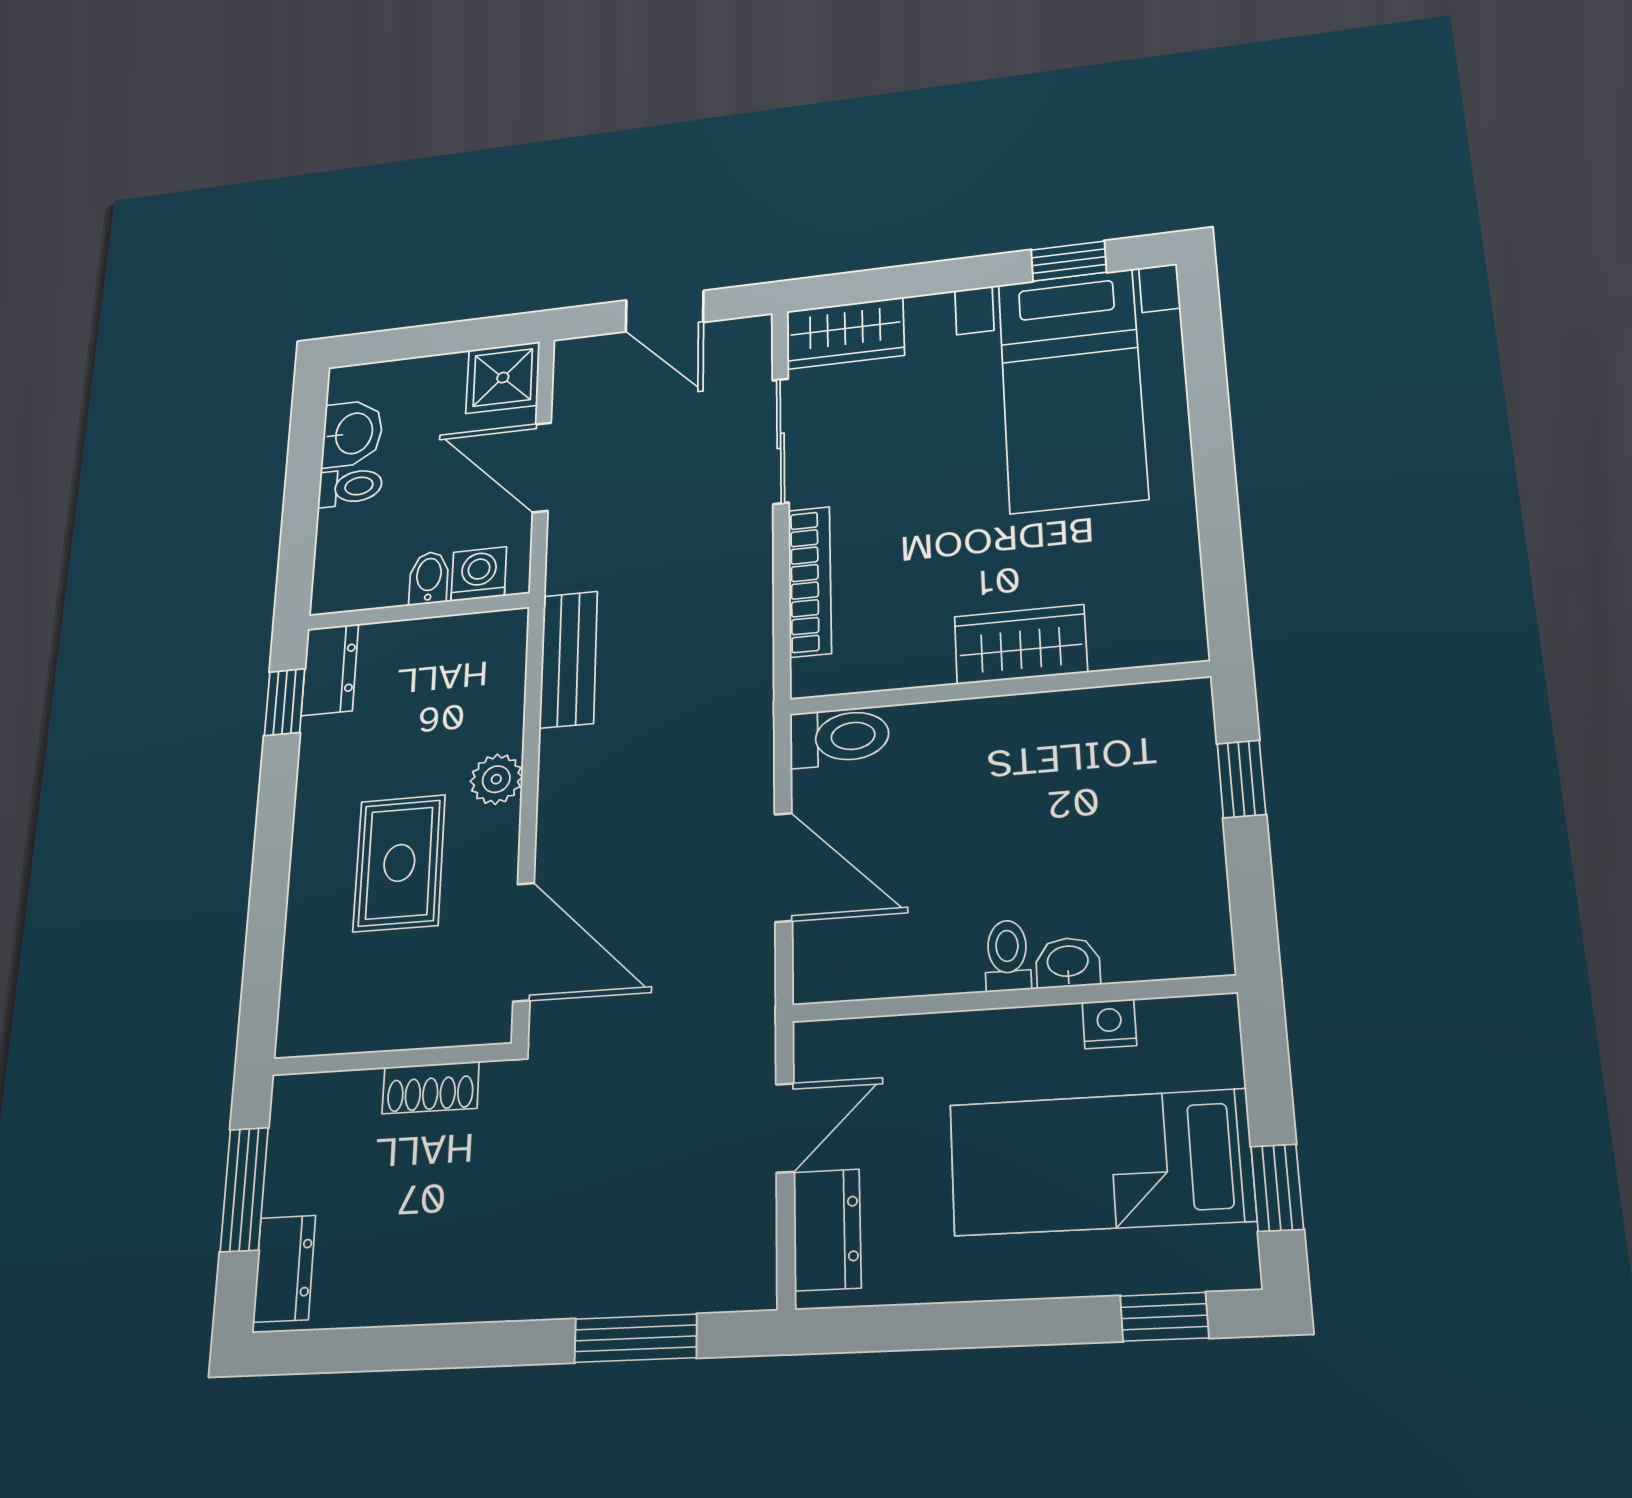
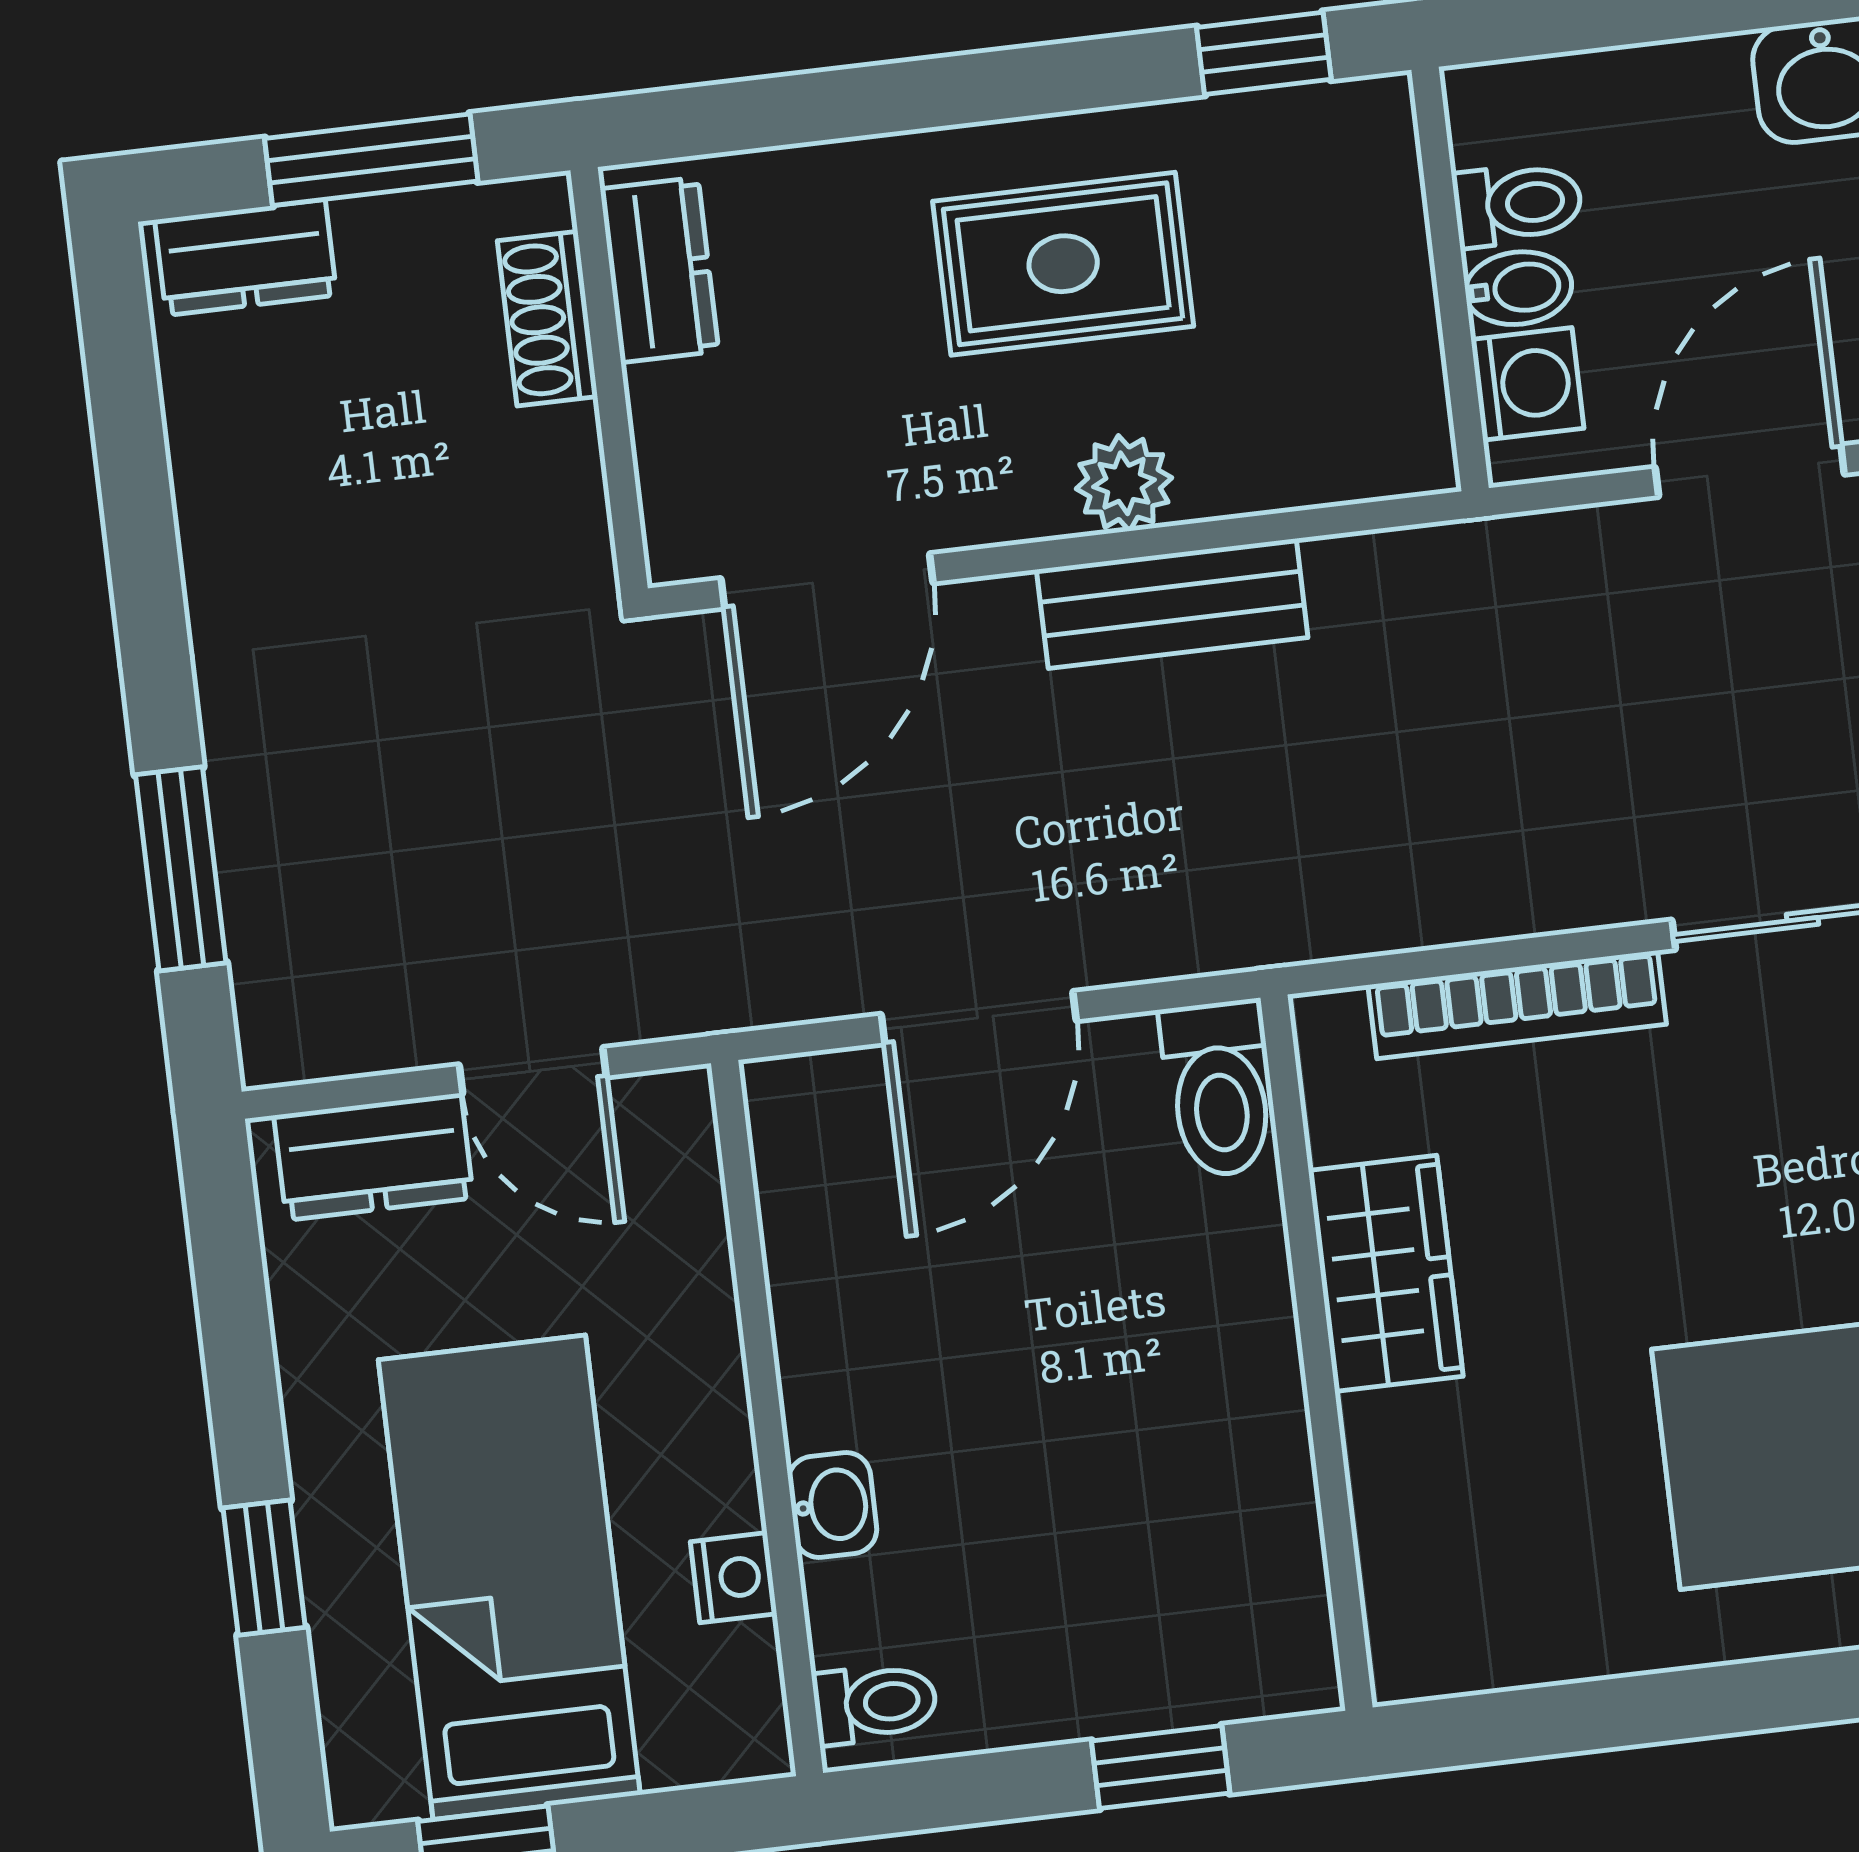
toilet: (350, 487) -> (1518, 204), moved, turned -90
wardrobe: (1020, 644) -> (1386, 1273), moved
bench: (569, 659) -> (1172, 604), moved
dresser: (330, 670) -> (659, 270), moved, turned -90
rug: (399, 863) -> (1063, 264), moved
toilet: (1007, 956) -> (875, 1703), moved
shoe rack: (431, 1088) -> (547, 319), moved
window: (1164, 1317) -> (264, 1568), moved

